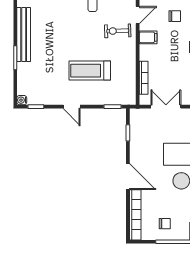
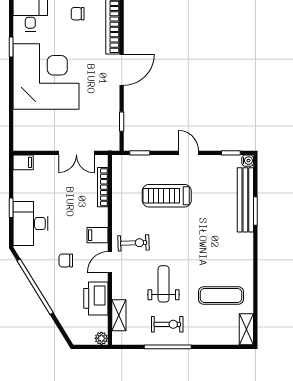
bench: (24, 35) -> (245, 200), moved
treadmill: (90, 71) -> (167, 196), turned 180
door: (128, 177) -> (122, 70), swing flipped

